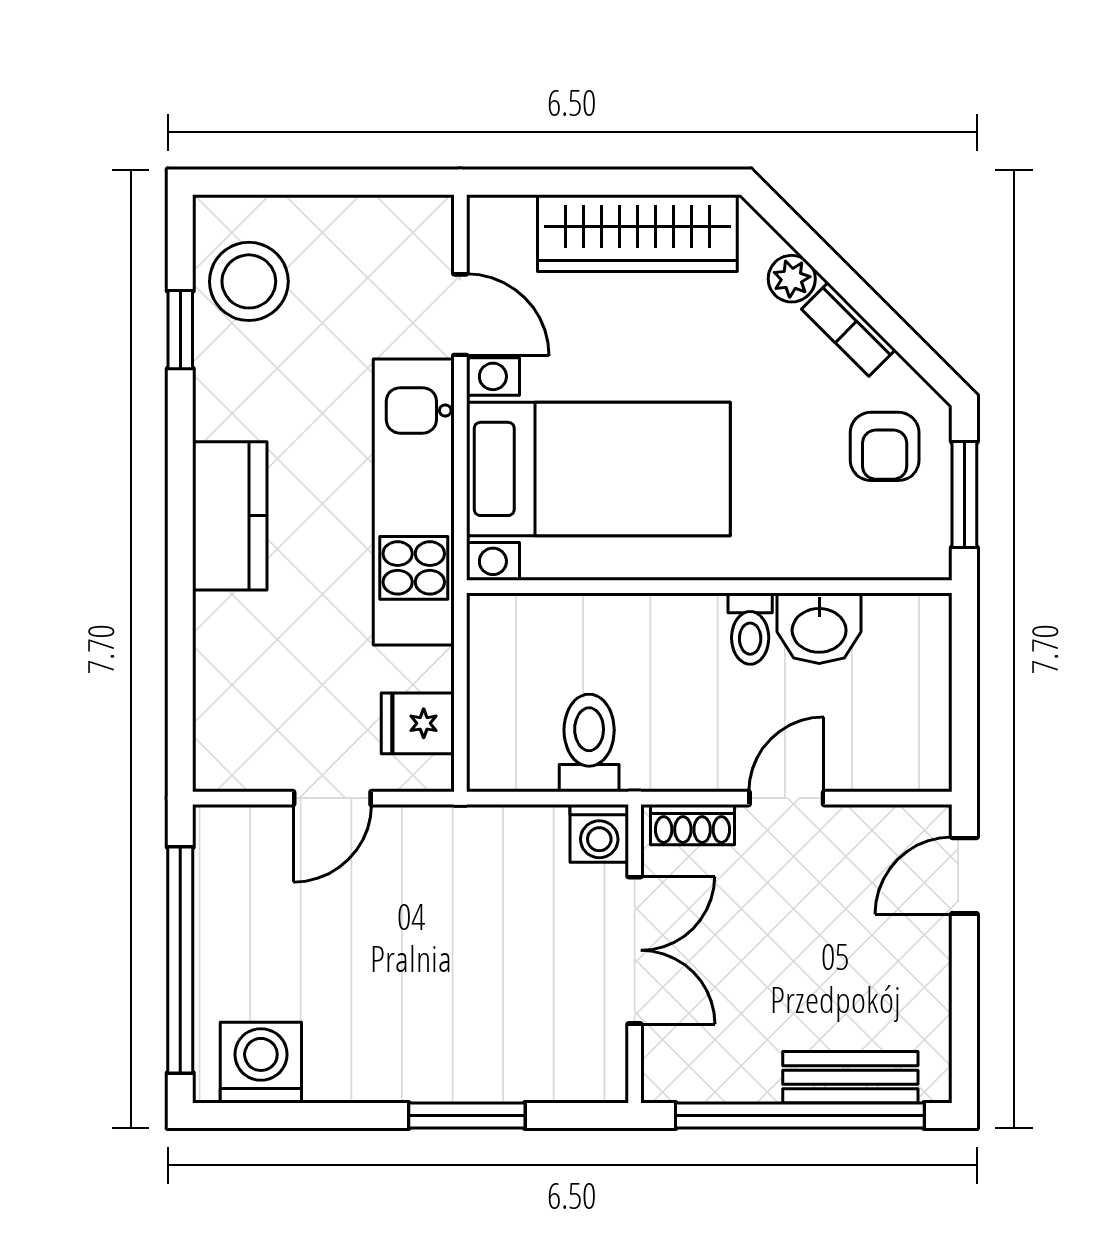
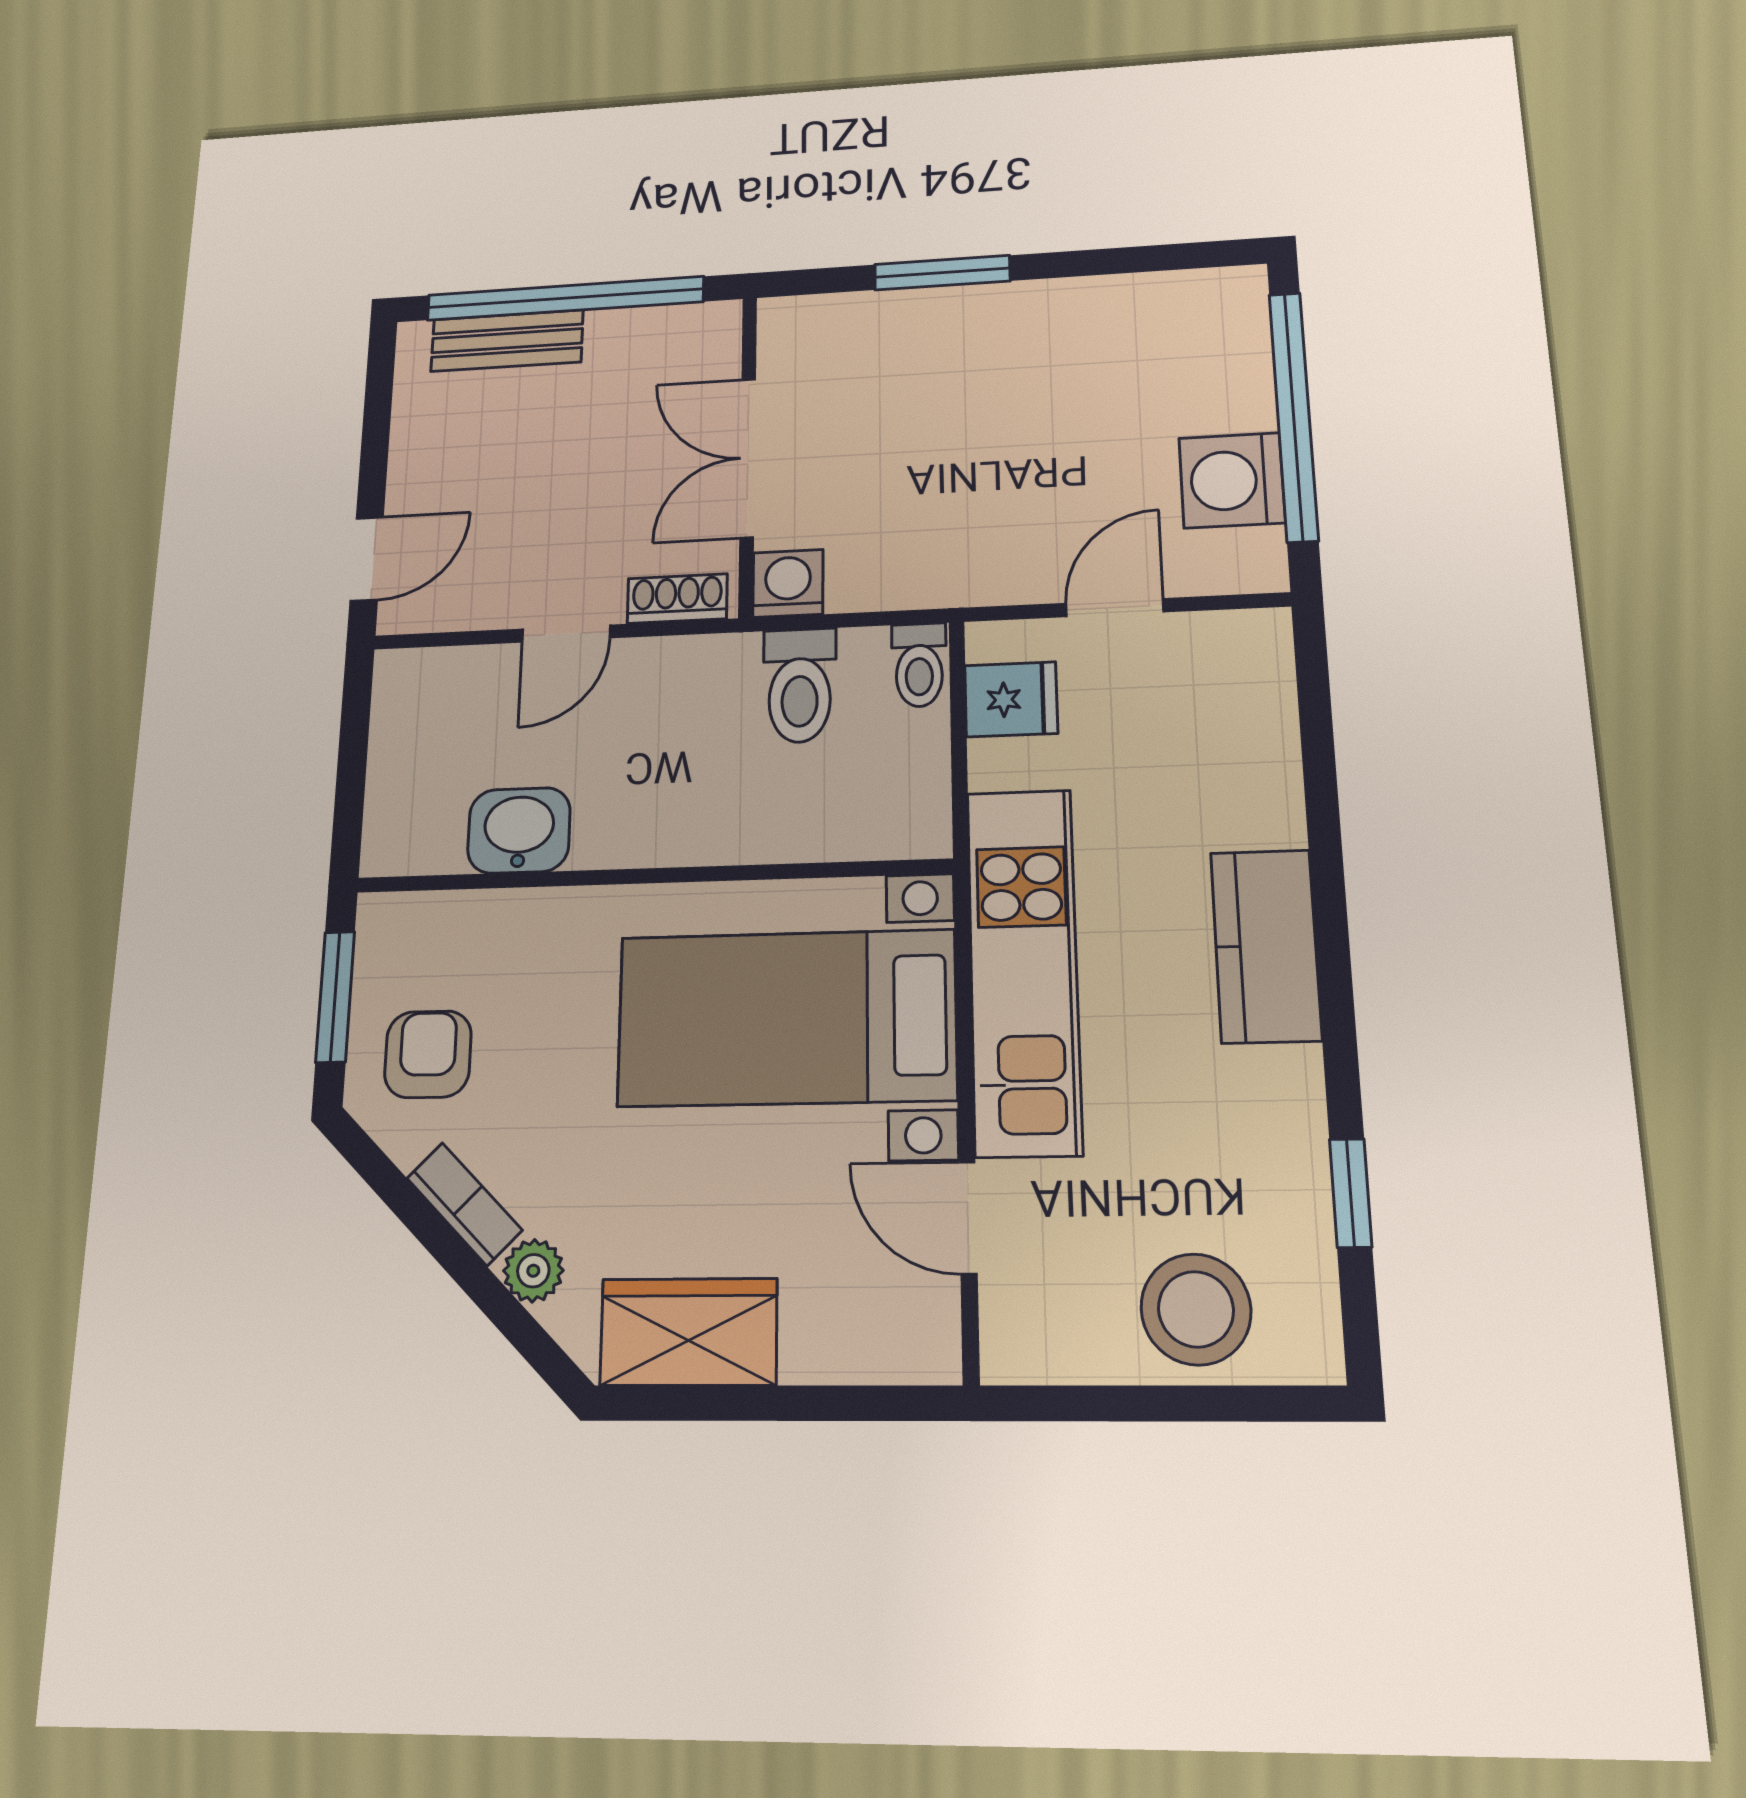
wardrobe: (637, 233) -> (689, 1332), width x0.67
stool: (249, 281) -> (1196, 1309), moved
toilet: (750, 629) -> (919, 665), moved, turned 180
washing machine: (261, 1063) -> (1232, 480), moved, turned 90

